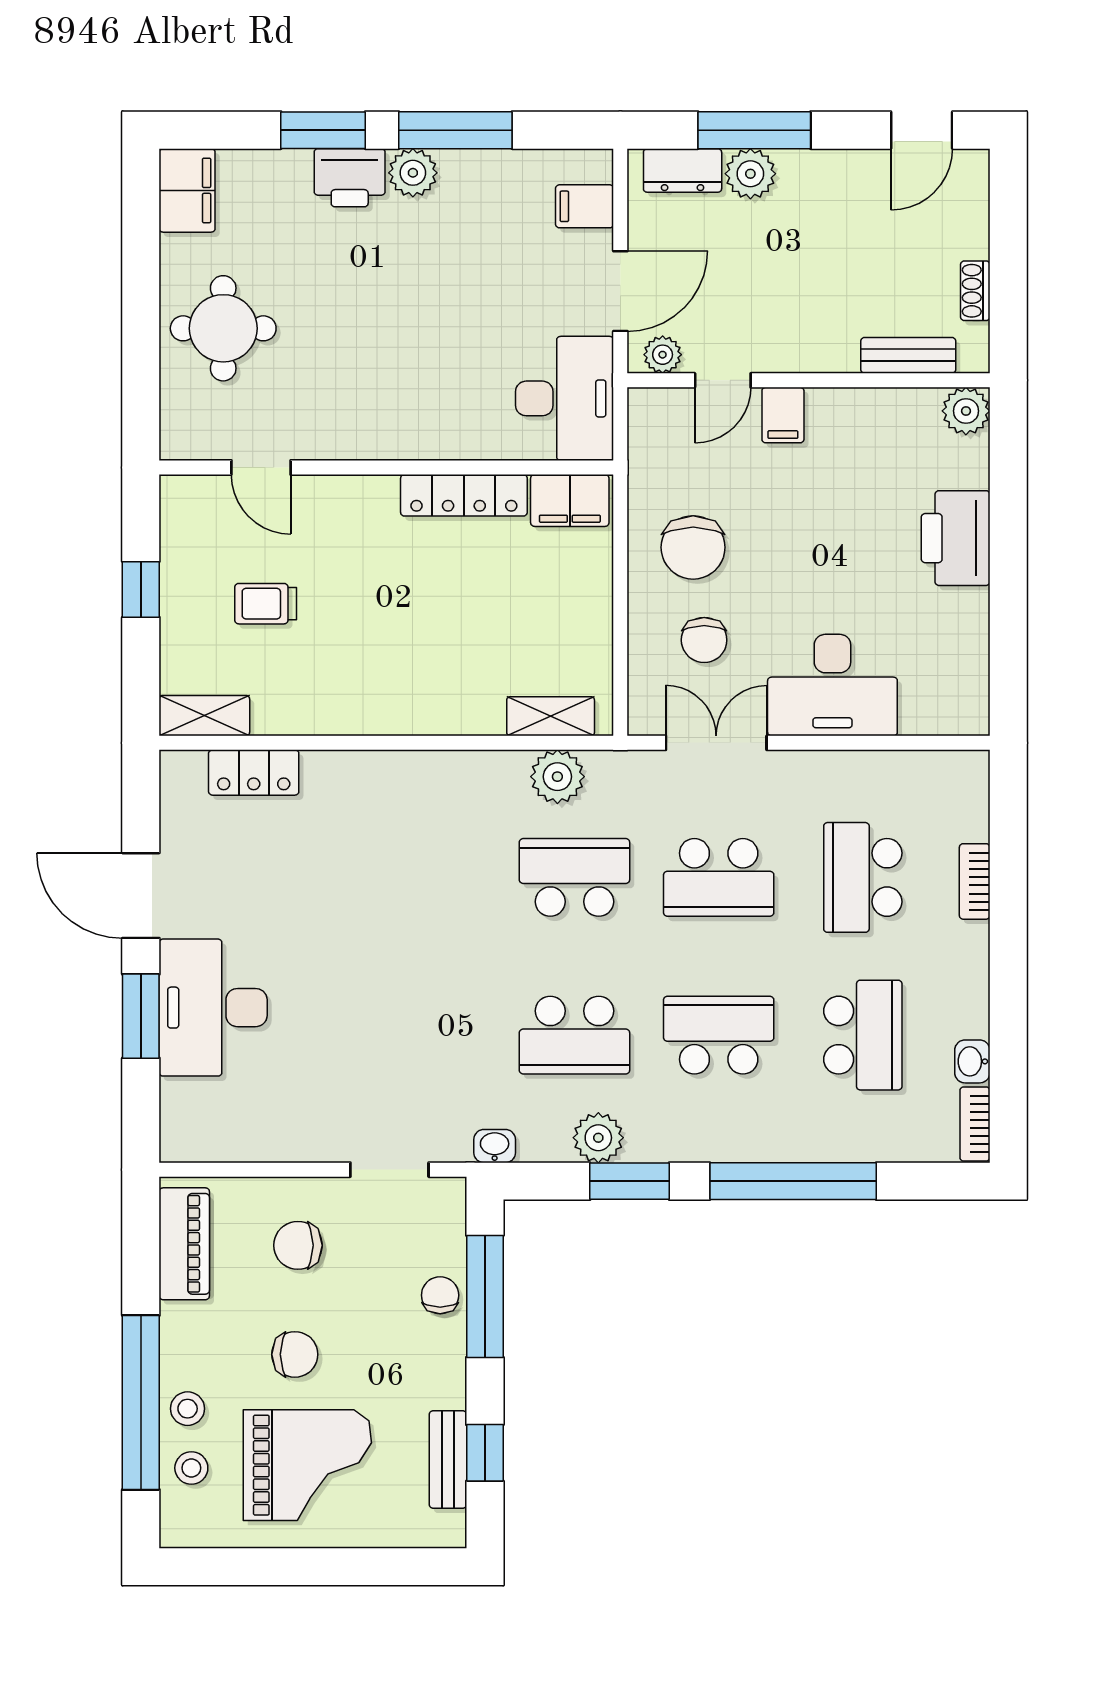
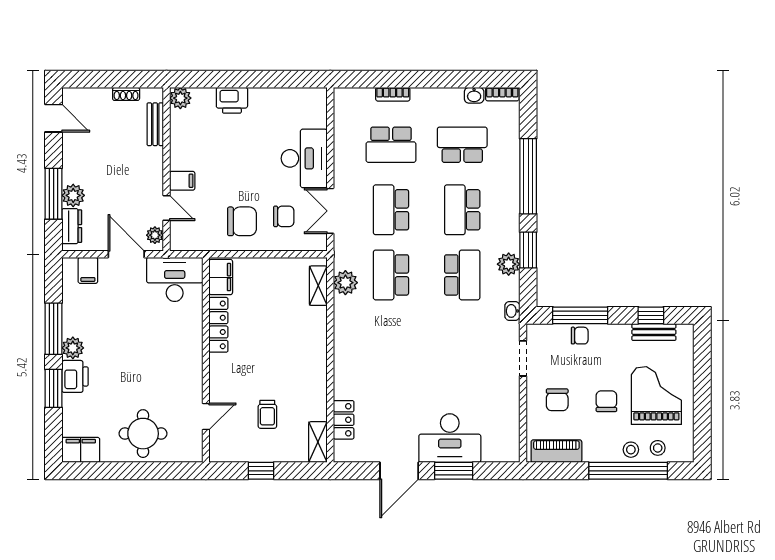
printer: (956, 538) -> (232, 100), width x0.73, depth x0.84
school desk: (719, 877) -> (391, 210), turned 180
chair: (440, 1295) -> (580, 336), turned 180

